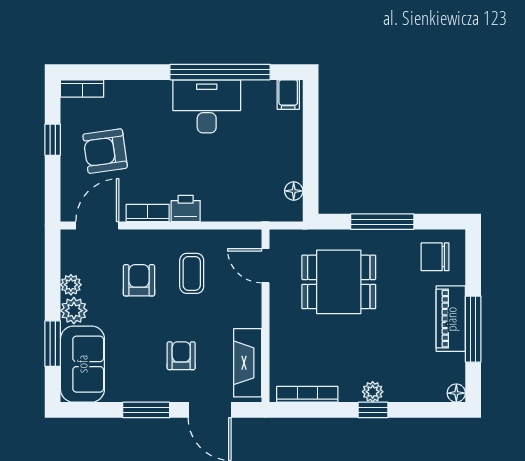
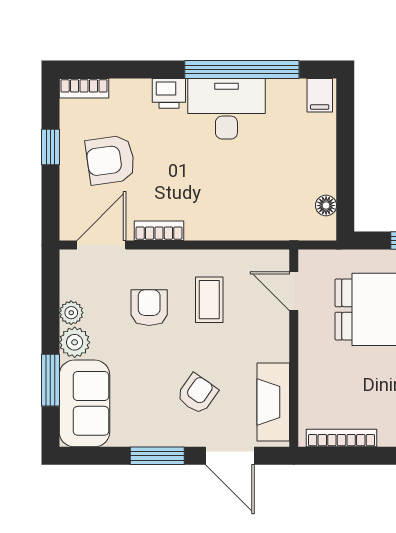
printer: (186, 208) -> (169, 93), moved, turned 180
armchair: (181, 356) -> (197, 394), turned 35

